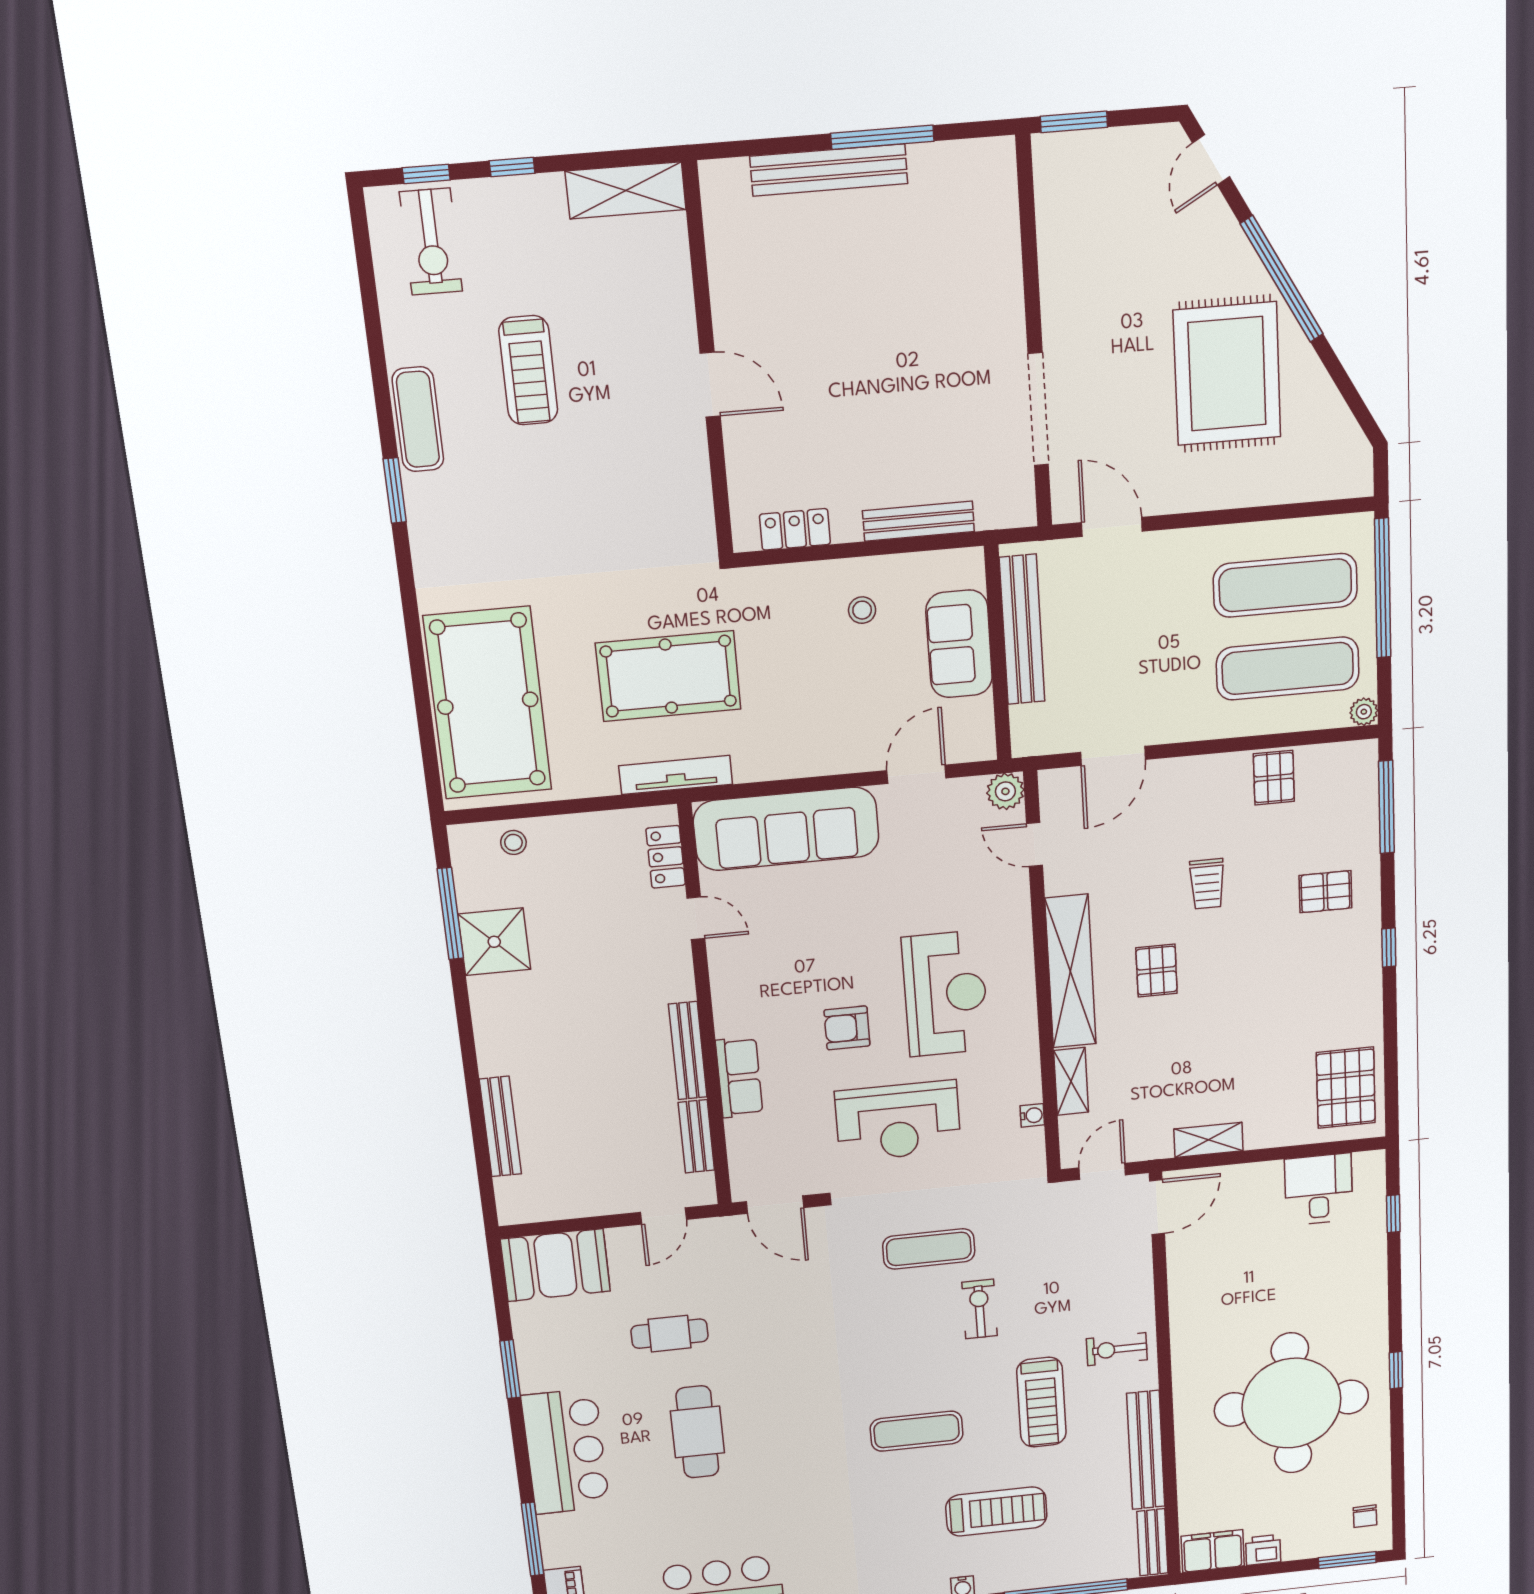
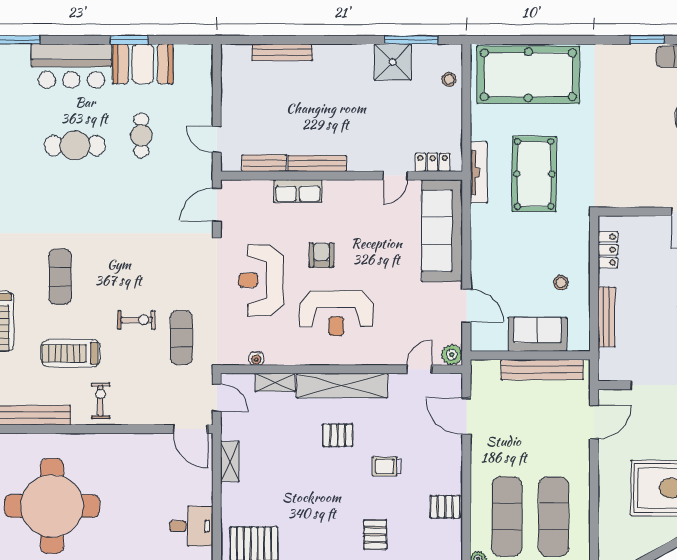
exercise mat: (929, 1249) -> (181, 338), moved
booth: (555, 1265) -> (143, 64), moved, turned 90

